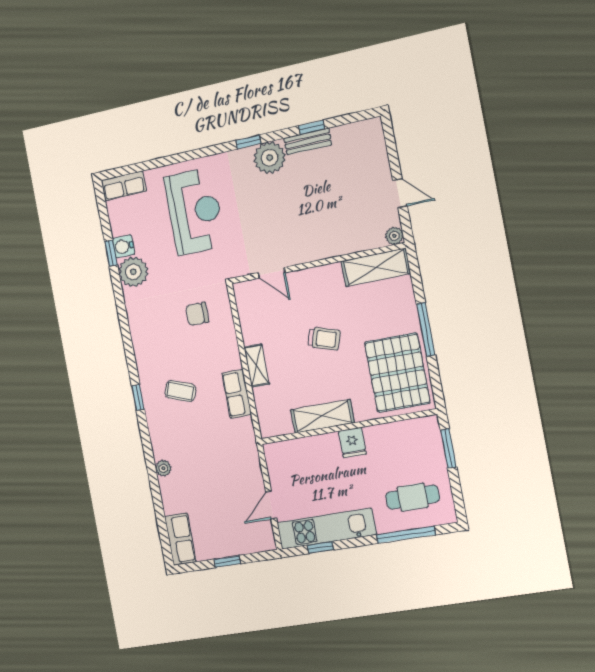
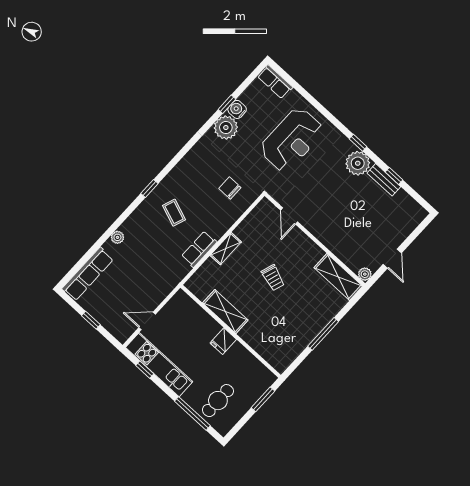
pallet: (397, 373) -> (285, 336), removed
cafe table: (413, 497) -> (218, 401), turned 90
row of seats: (180, 539) -> (88, 274), width x1.48

